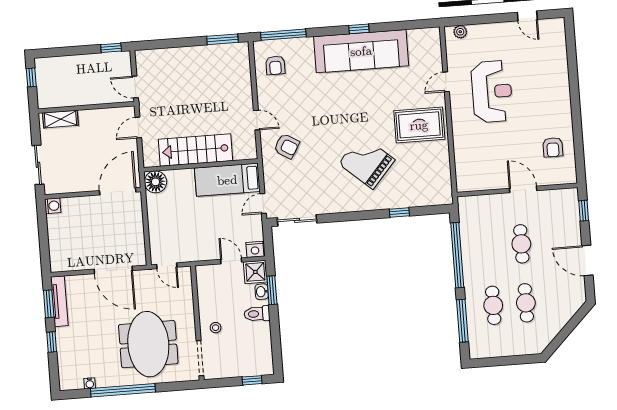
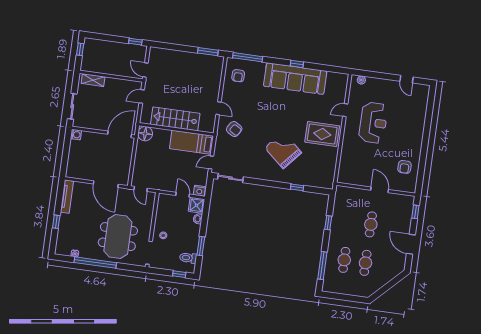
window: (457, 255) -> (328, 223), width x0.32
window: (272, 290) -> (201, 246), moved
window: (49, 304) -> (60, 197), removed
toilet: (257, 314) -> (188, 258), moved

